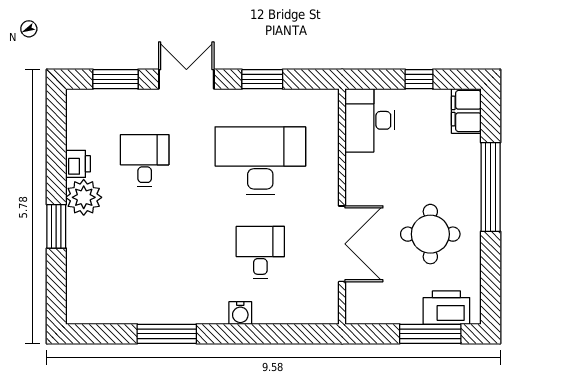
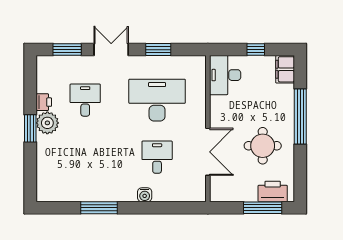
window: (56, 226) -> (30, 128), moved

